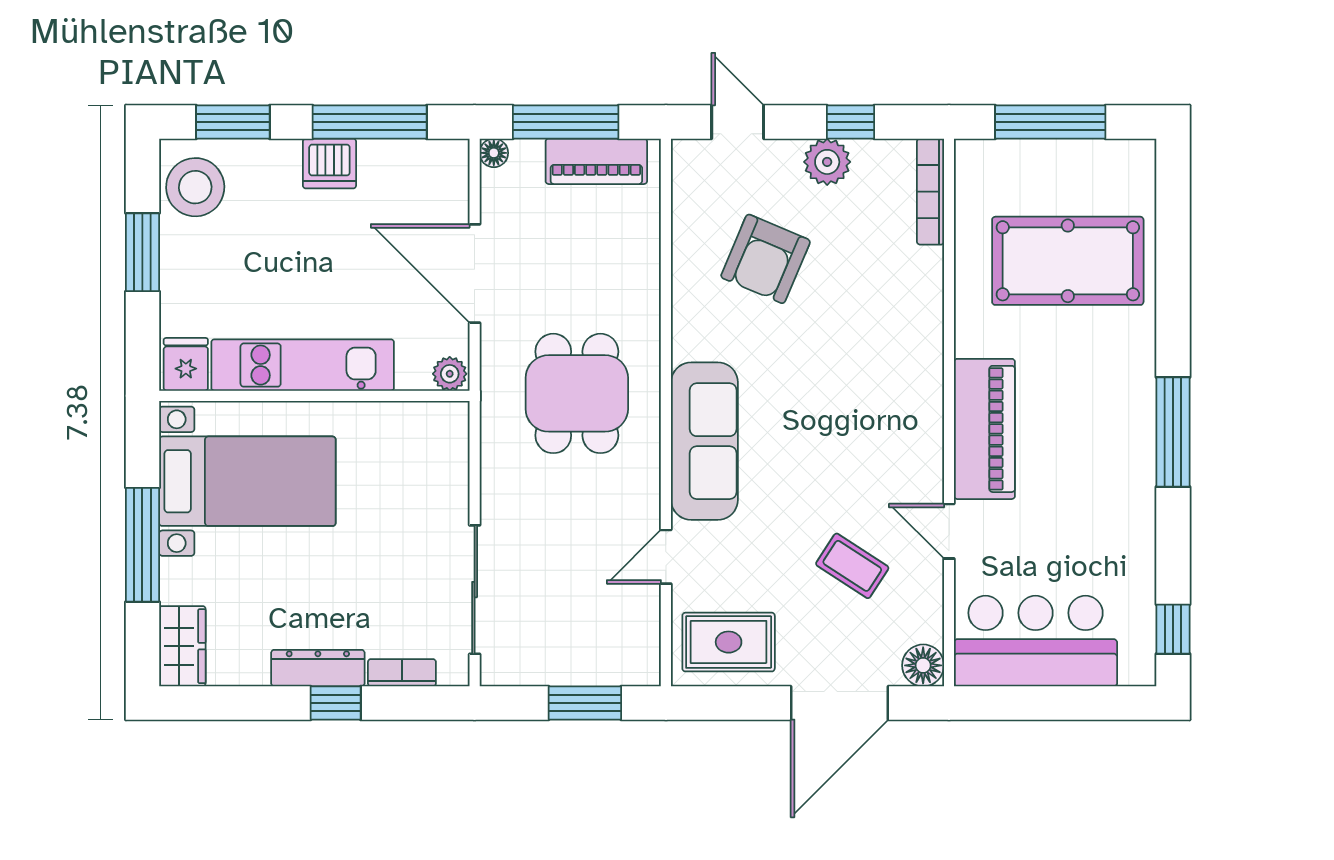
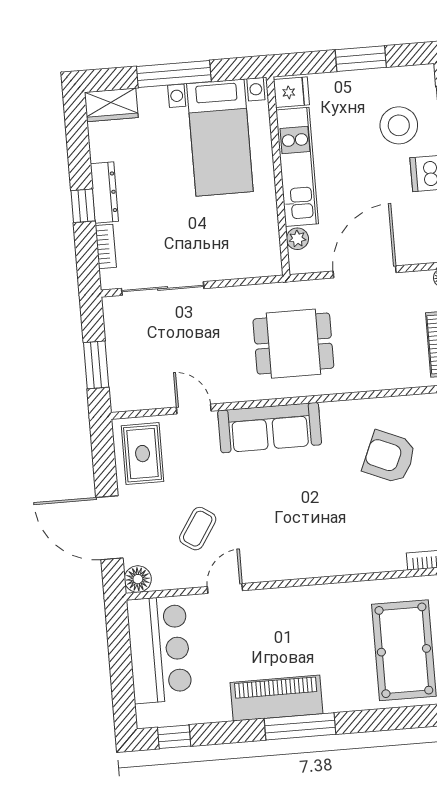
stool: (195, 187) -> (399, 125), moved
plant: (450, 374) -> (297, 239), moved
piano: (984, 429) -> (276, 698), moved, turned 180

